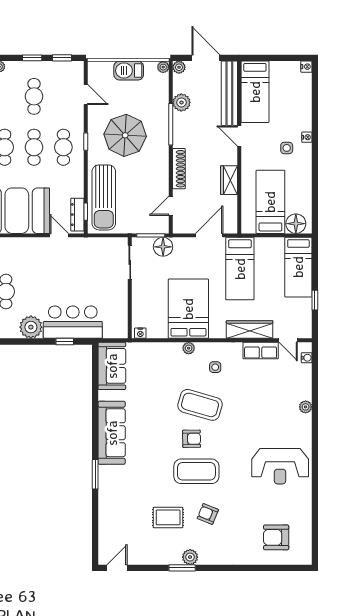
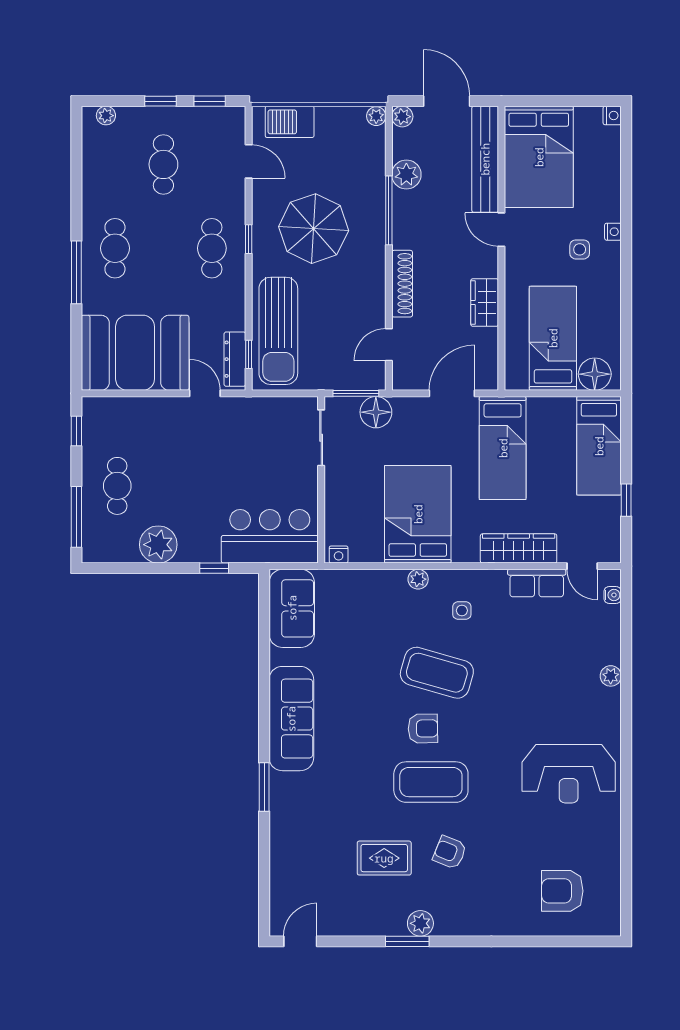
barbecue: (129, 71) -> (290, 122), moved
bed: (255, 92) -> (539, 157), width x1.50
cafe table: (34, 147) -> (163, 248), removed
bar counter: (73, 322) -> (270, 536), moved

